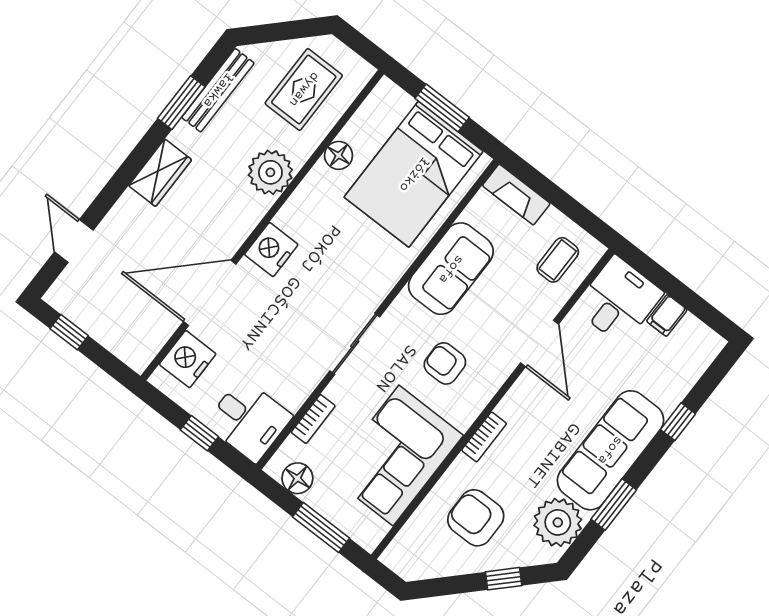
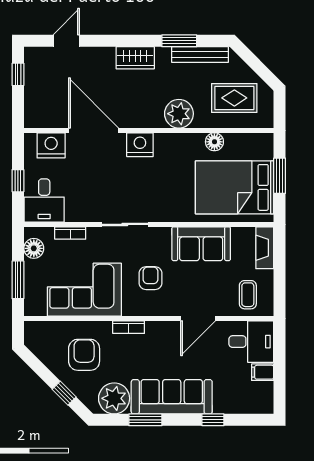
coffee table: (558, 260) -> (248, 295), turned 90

